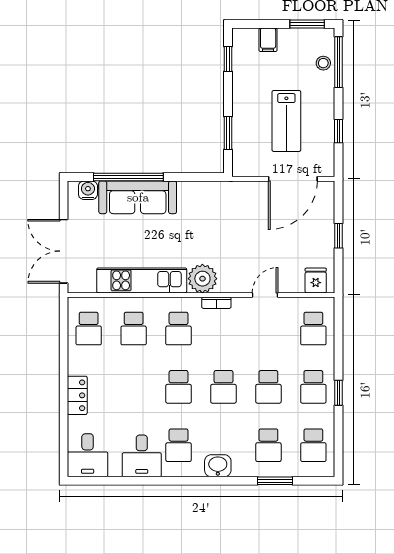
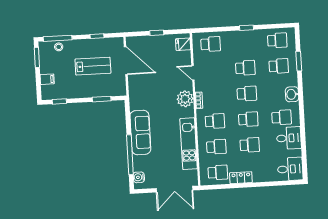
sofa: (138, 197) -> (140, 132), moved
plant: (202, 279) -> (185, 99), moved
school desk: (313, 387) -> (250, 145), moved
locker: (77, 395) -> (241, 178), moved

